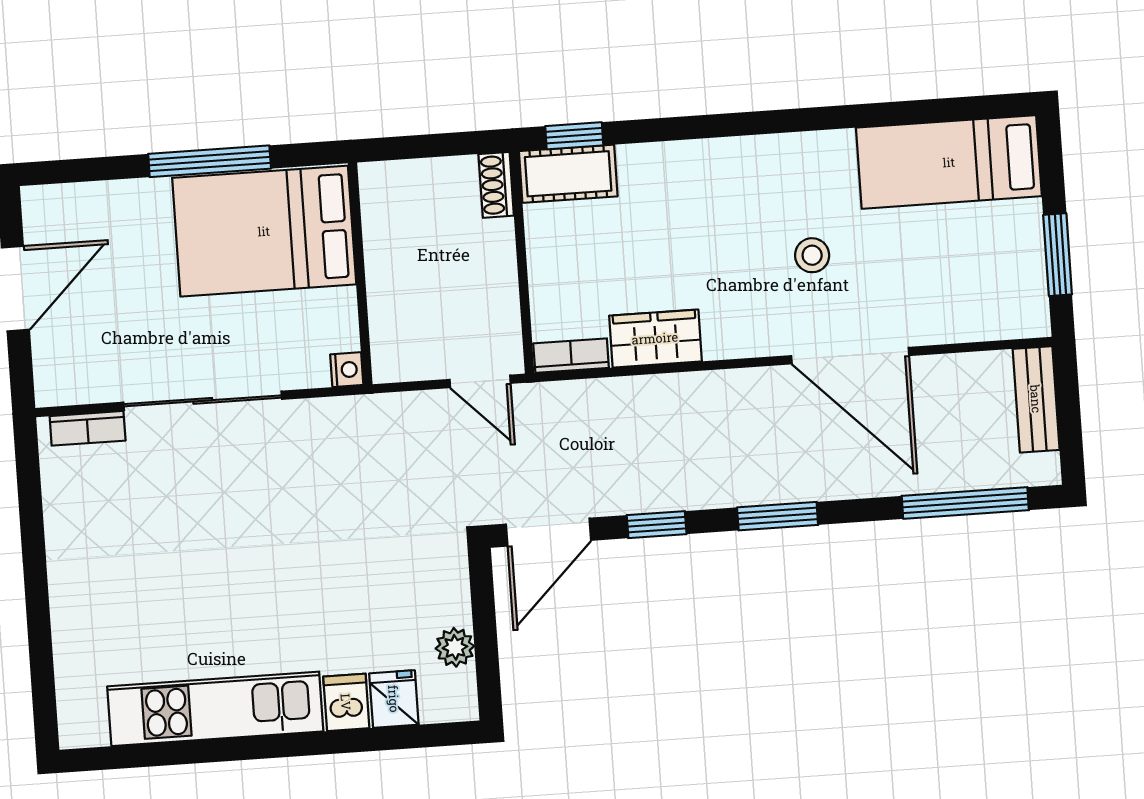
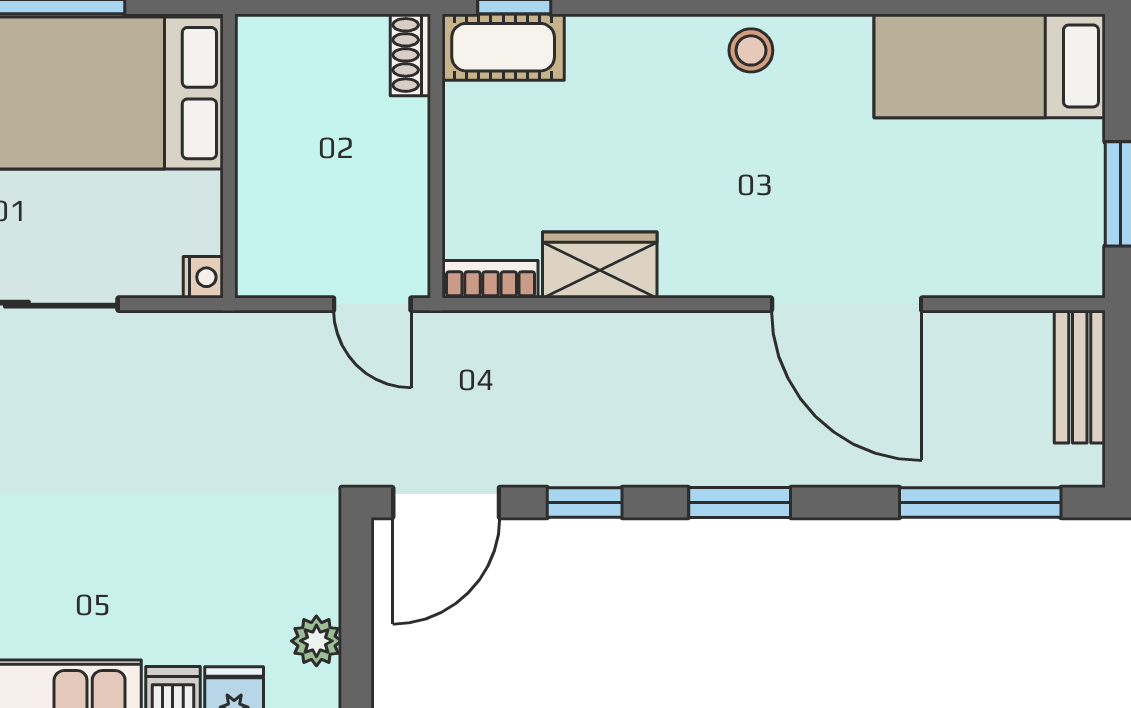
stool: (812, 255) -> (751, 50), moved

